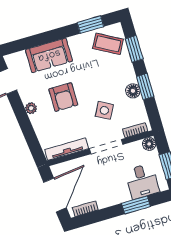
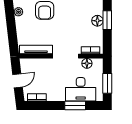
side table: (104, 110) -> (72, 29), removed
floor lamp: (149, 144) -> (87, 63), moved
desk: (142, 181) -> (81, 89), width x1.37
door: (55, 195) -> (18, 81), width x0.53

